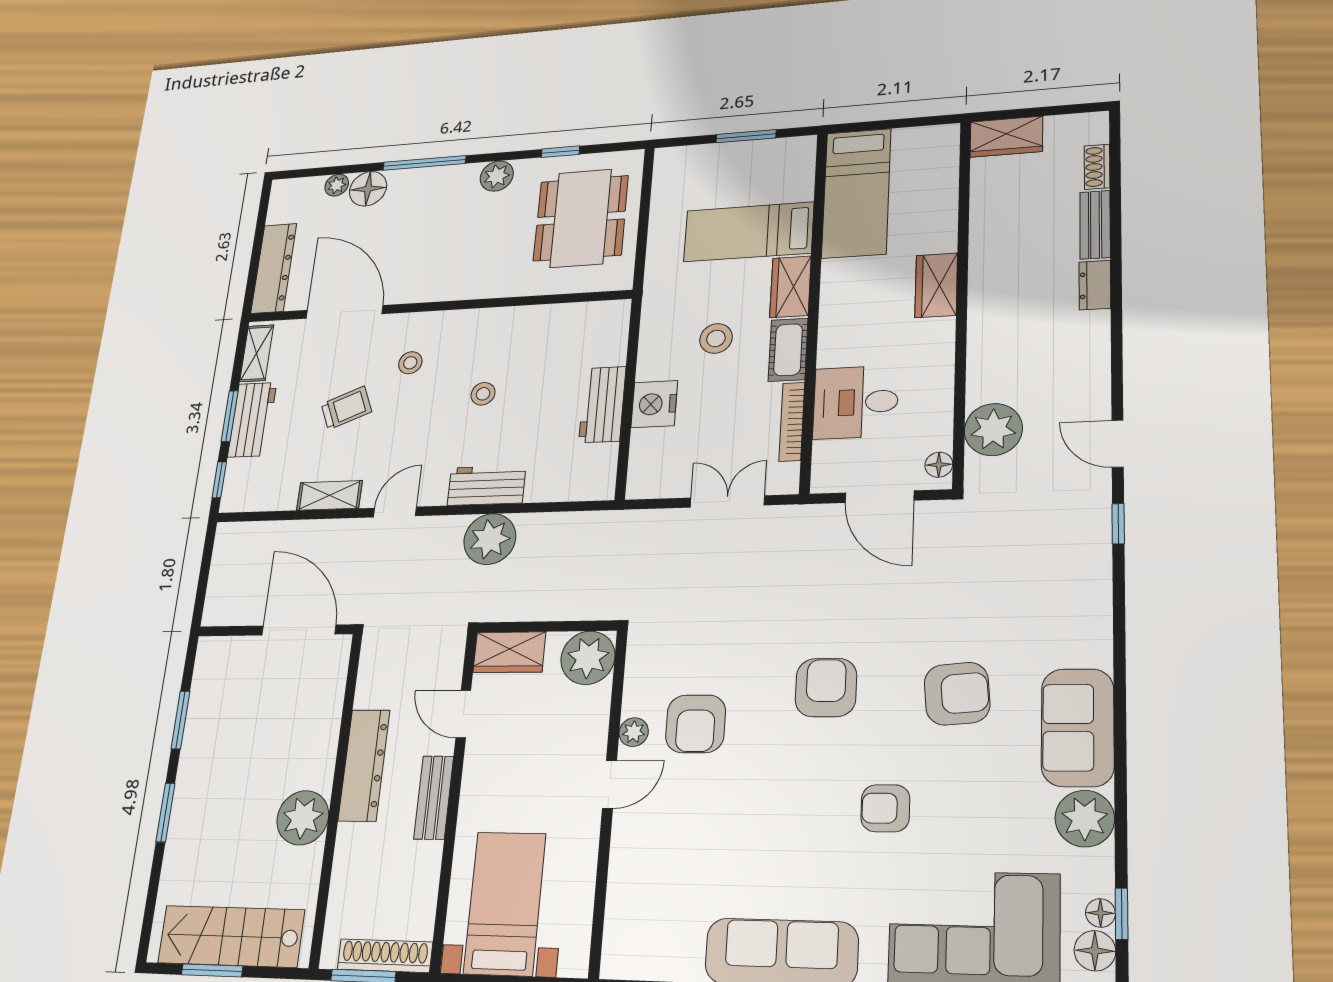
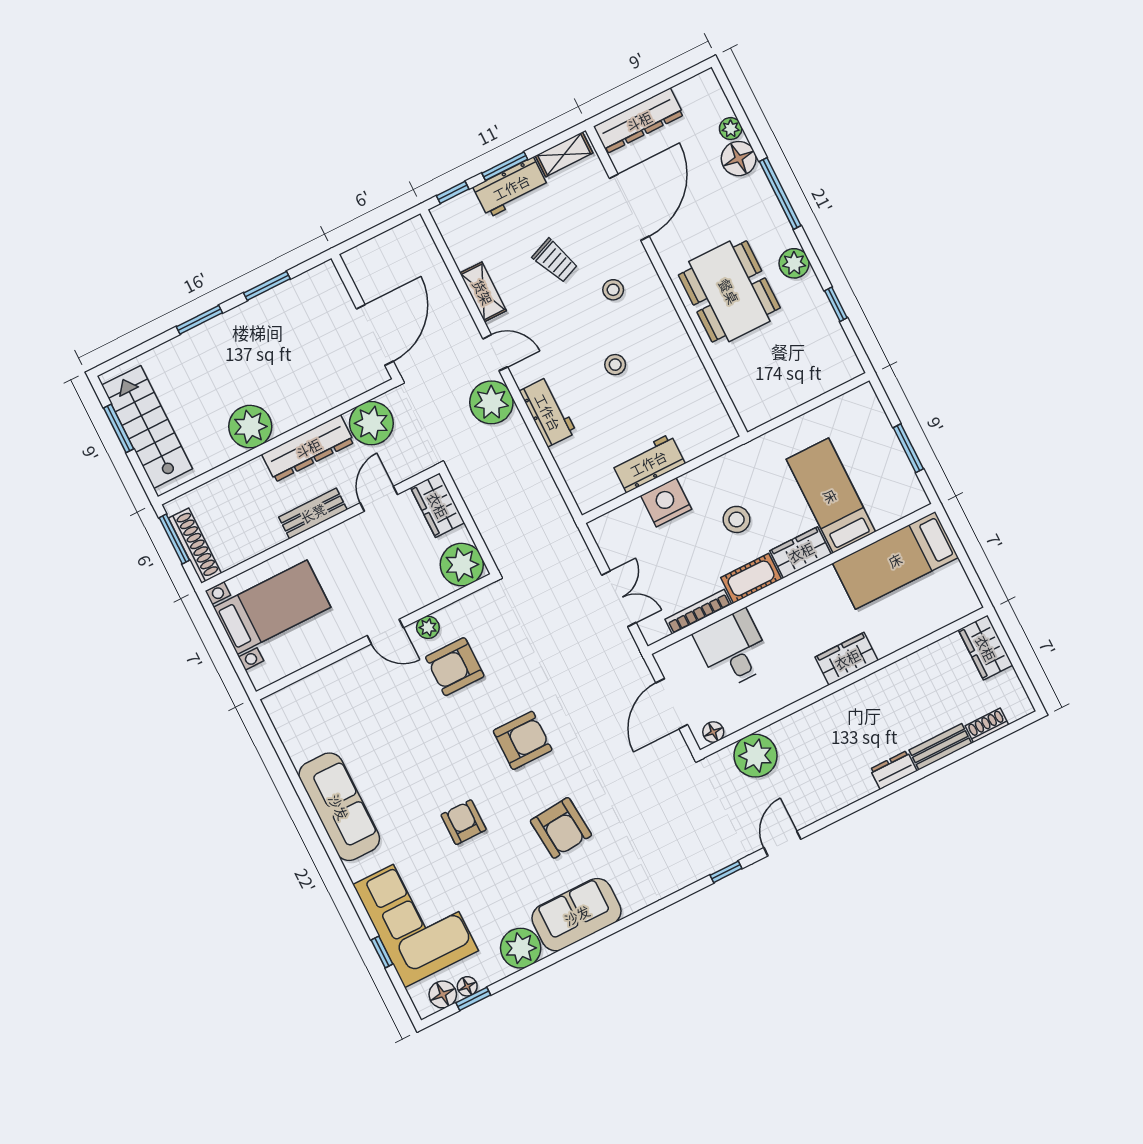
dining table: (581, 218) -> (729, 291), moved, turned 90
plant: (490, 539) -> (491, 402), moved
plant: (382, 681) -> (371, 423), added

